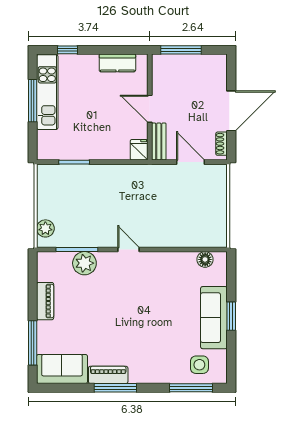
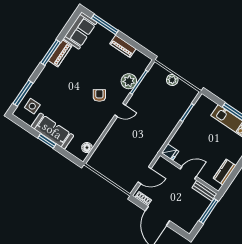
bench: (159, 141) -> (204, 191), moved
plant: (45, 228) -> (172, 80), moved
armchair: (128, 288) -> (99, 95), added

